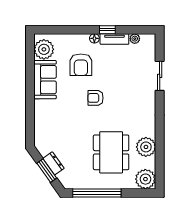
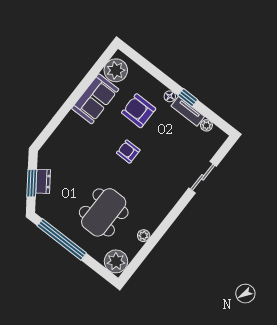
armchair: (81, 65) -> (139, 111), turned 90
plant: (146, 147) -> (144, 236), width x0.53, depth x0.53

